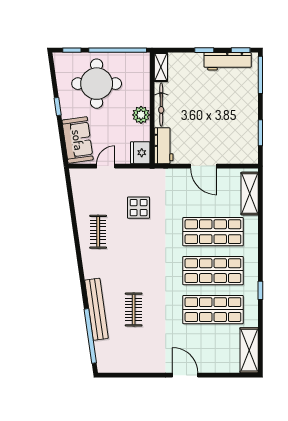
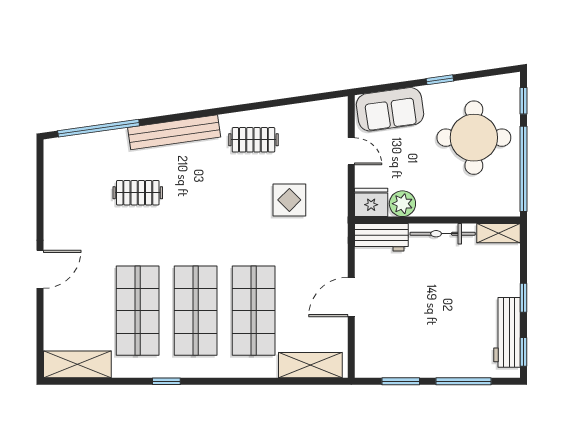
window: (260, 75) -> (463, 381), moved
plant: (141, 115) -> (402, 204), moved
bench: (96, 309) -> (174, 132), moved

